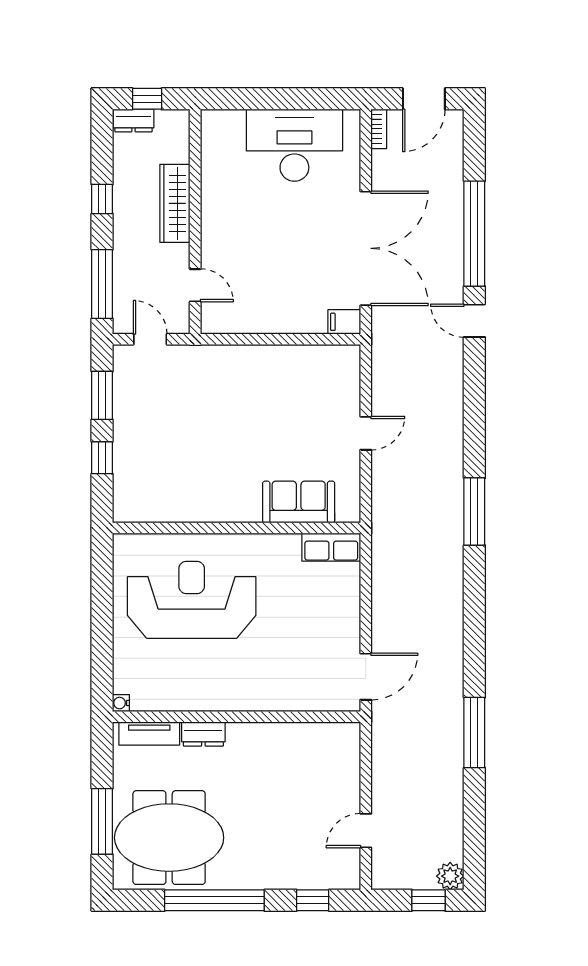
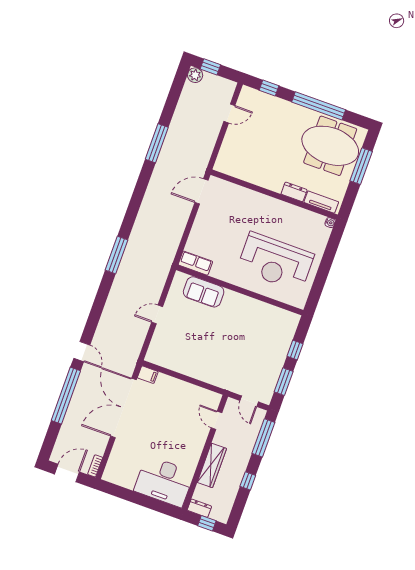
dresser: (134, 121) -> (199, 508), moved
desk: (294, 145) -> (164, 481), moved

